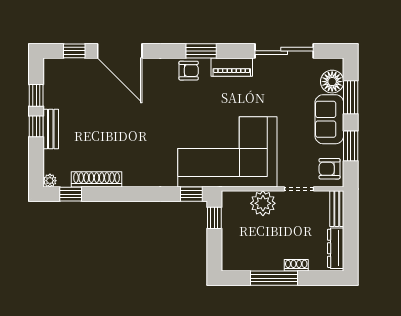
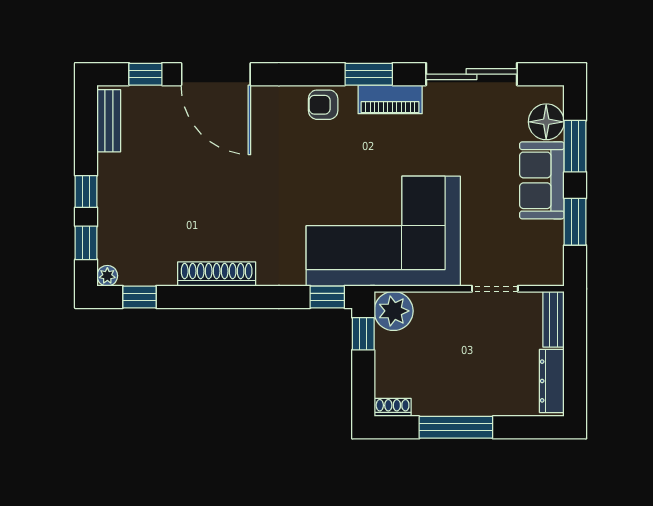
window: (201, 51) -> (369, 74), moved
armchair: (189, 71) -> (323, 105), turned 180
window: (36, 95) -> (86, 243), moved
bench: (51, 129) -> (109, 121), moved
armchair: (330, 169) -> (542, 257), removed
shoe rack: (97, 179) -> (217, 274), moved
plant: (263, 203) -> (394, 311), moved
shoe rack: (296, 265) -> (393, 407), moved

